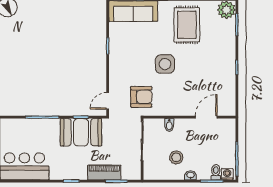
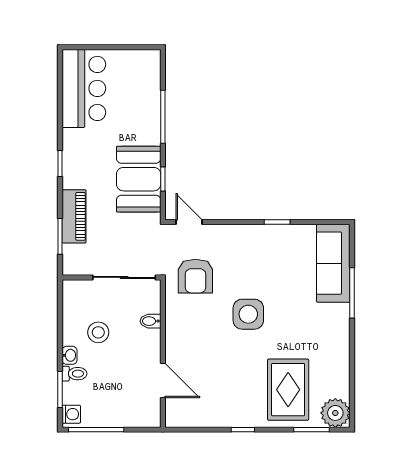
rug: (187, 25) -> (288, 390), moved, turned 90
toilet: (216, 172) -> (74, 374), moved

